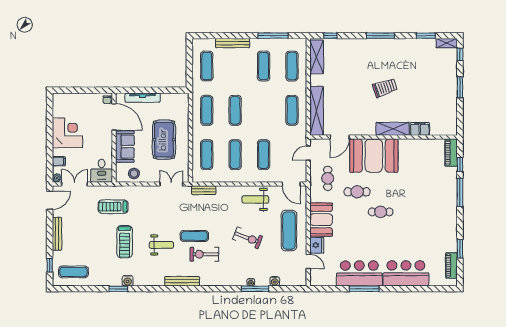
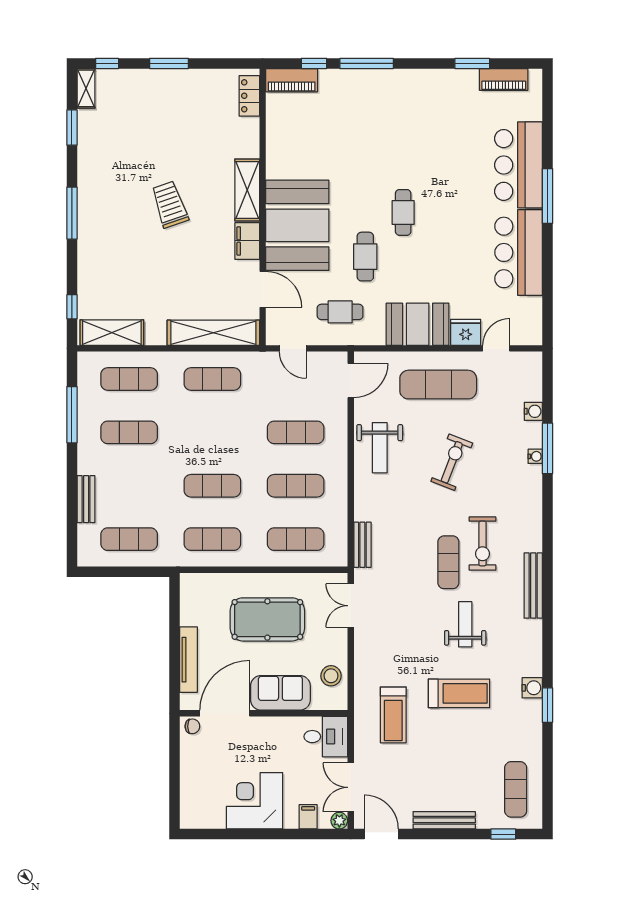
bench: (233, 43) -> (86, 499), width x0.73
filing cabinet: (420, 129) -> (247, 241), moved
locker: (443, 130) -> (249, 96), added
window: (364, 289) -> (547, 196), moved

